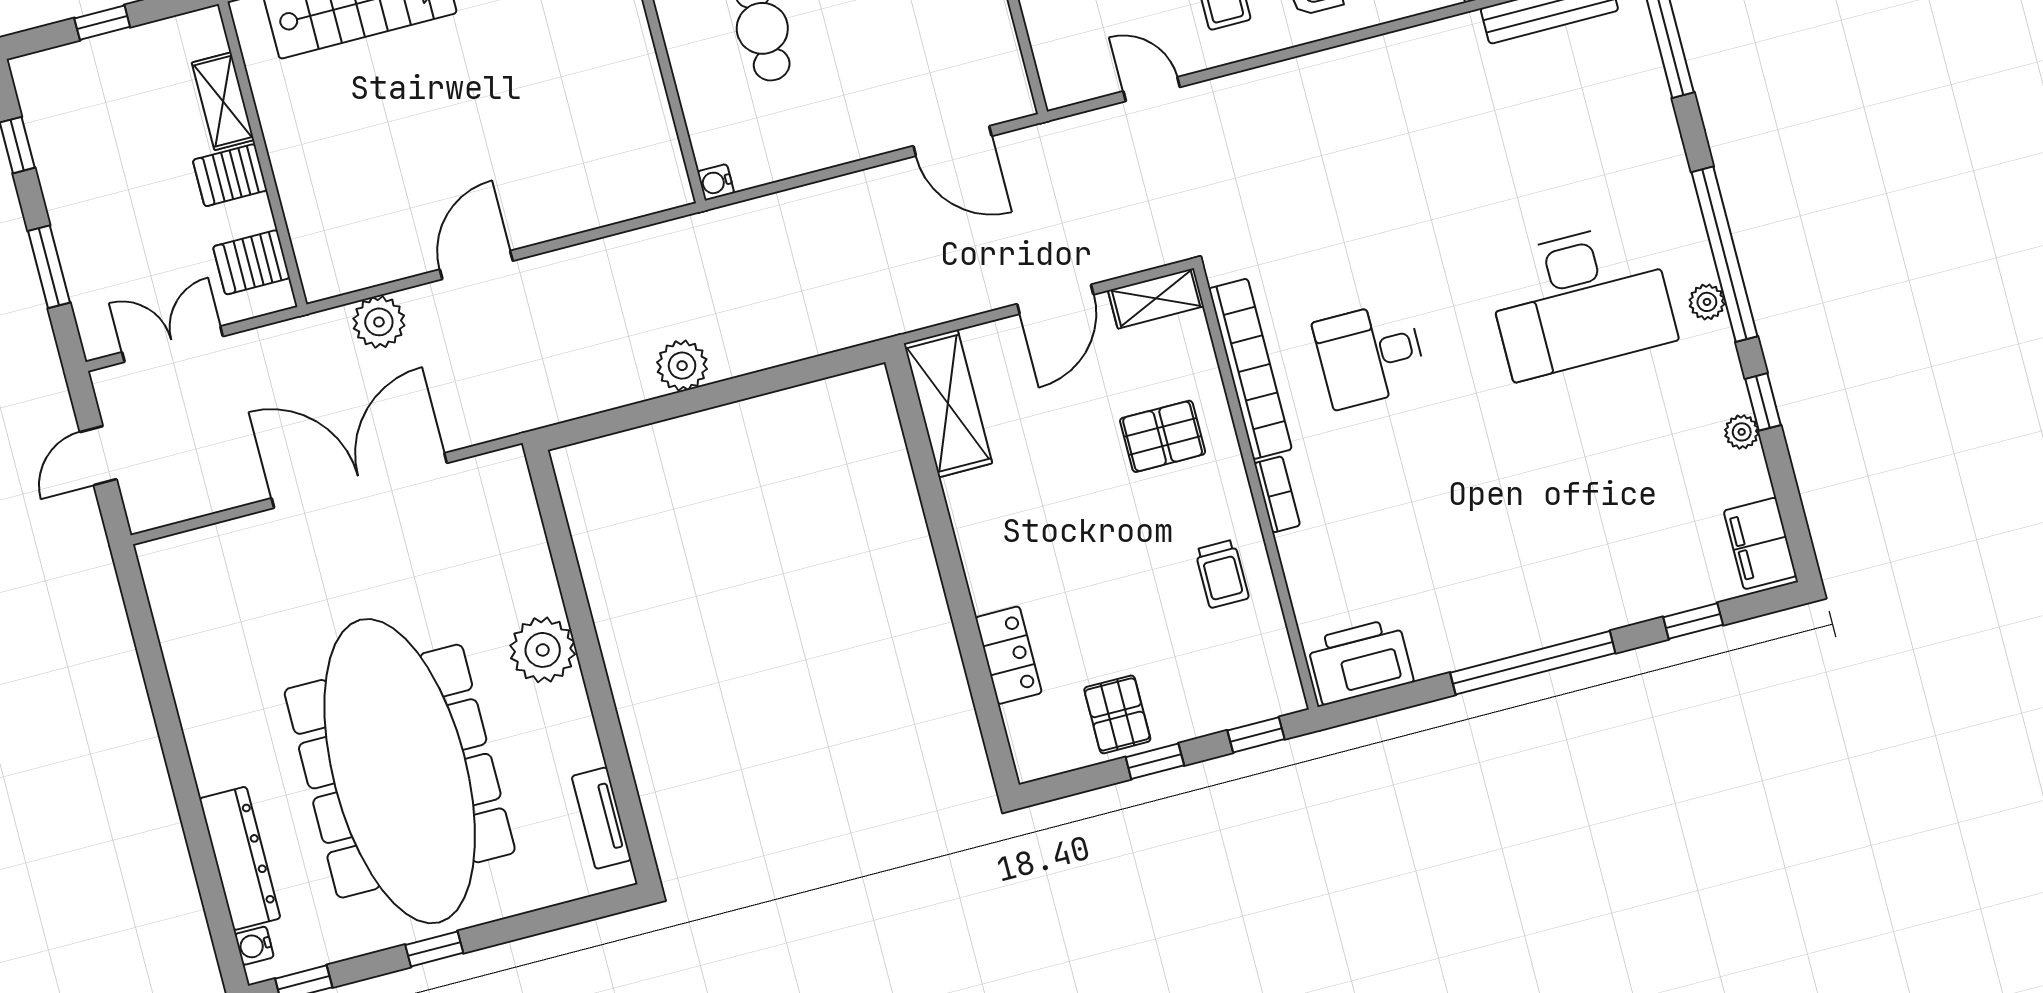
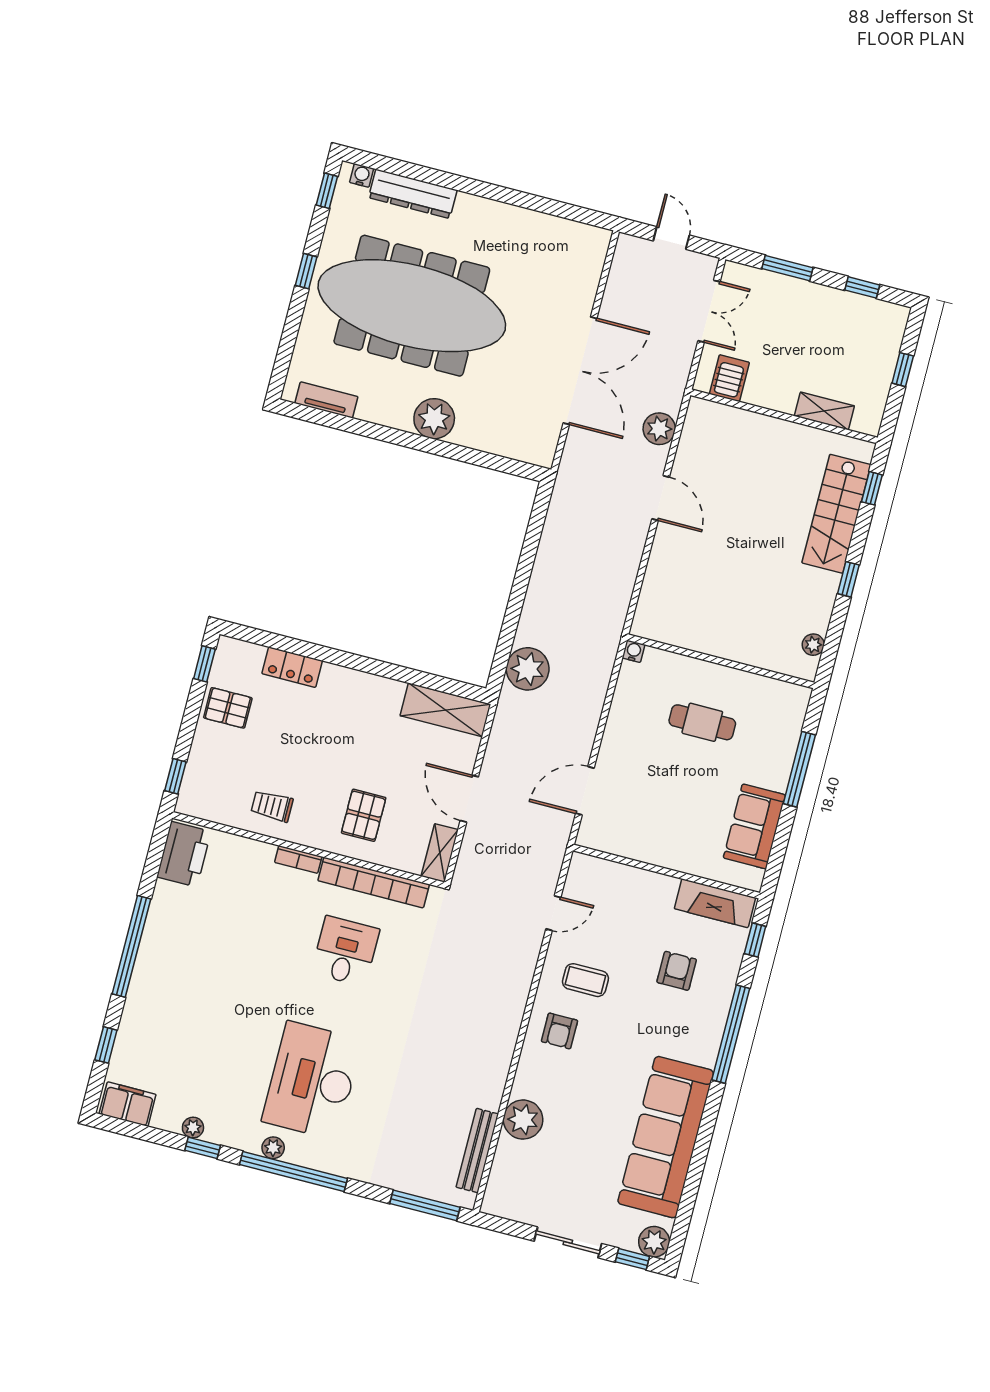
server rack: (230, 175) -> (783, 393), removed
plant: (682, 366) -> (528, 669), moved, width x1.36, depth x1.36
window: (1155, 761) -> (204, 664), moved

